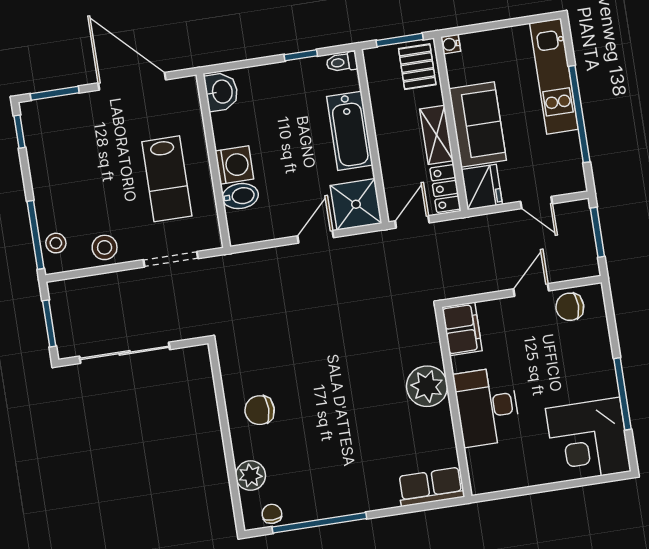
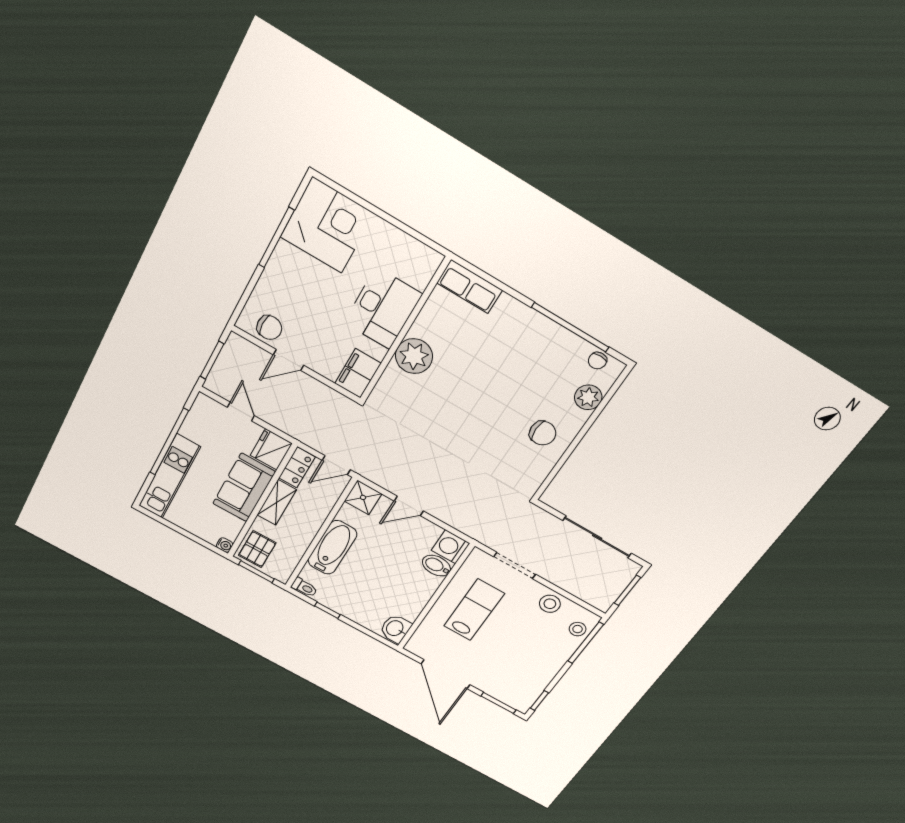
washing machine: (234, 165) -> (451, 547), moved
shower: (356, 204) -> (363, 497), width x0.73, depth x0.73

